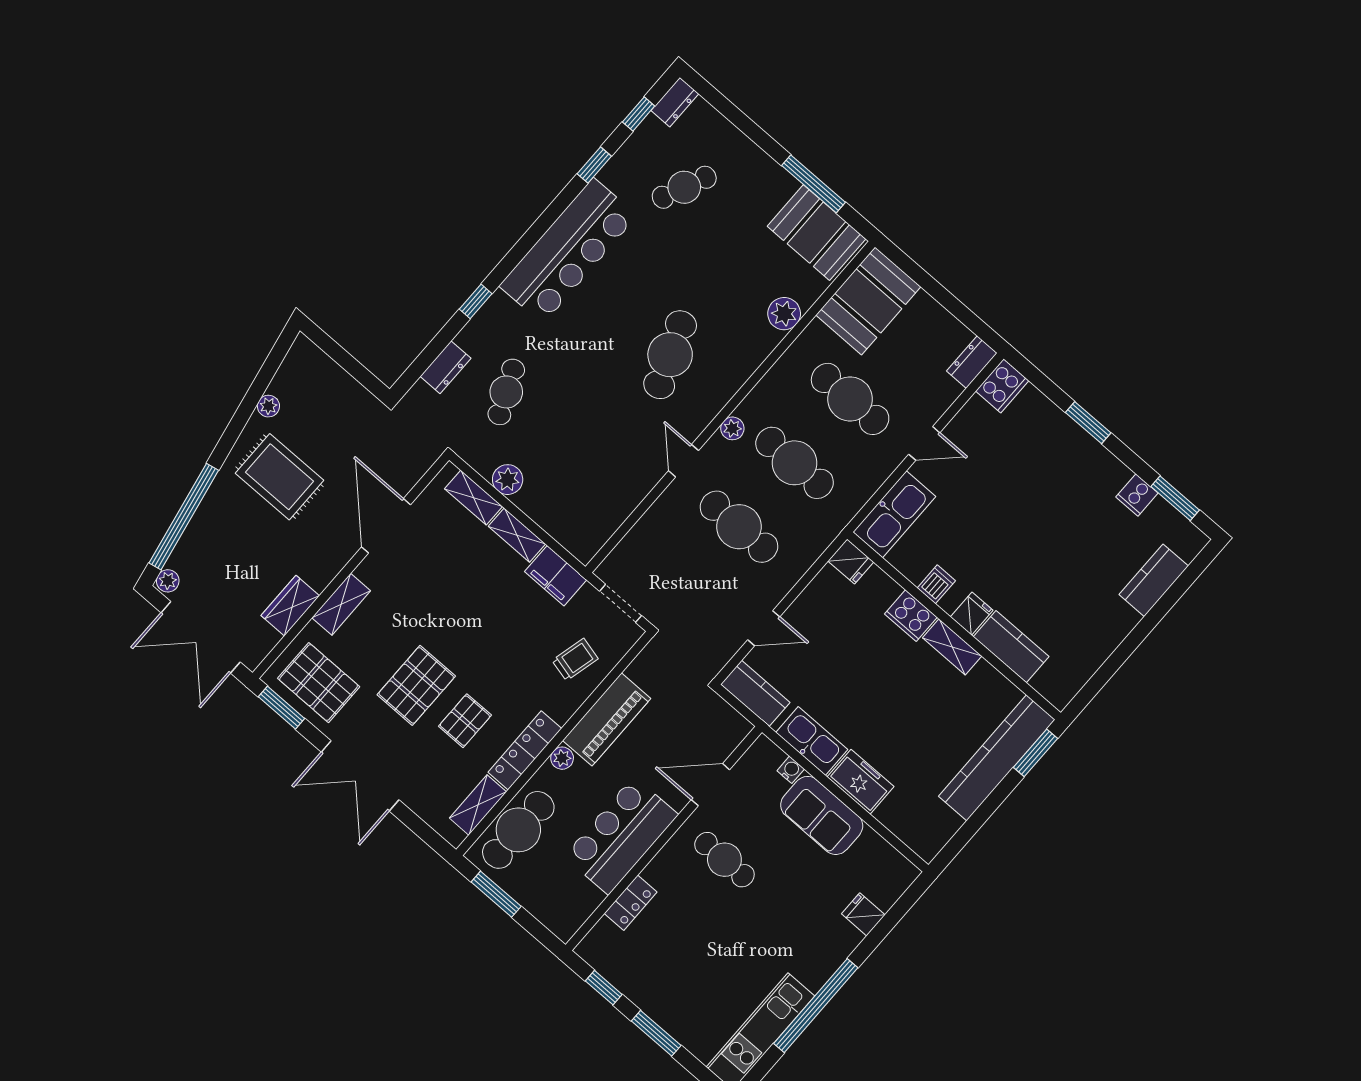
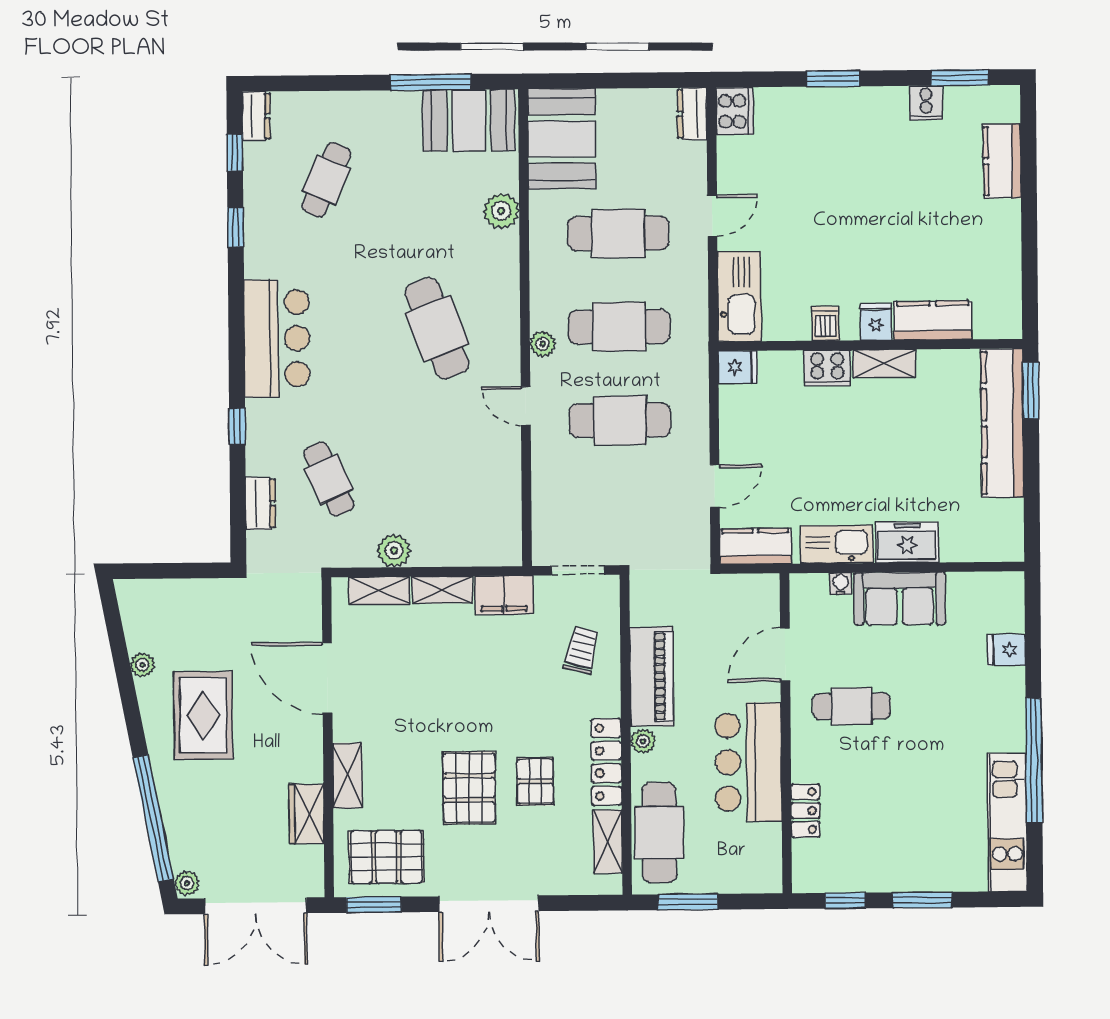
bar counter: (568, 251) -> (277, 338), width x0.73
rug: (279, 477) -> (203, 715), turned 90

